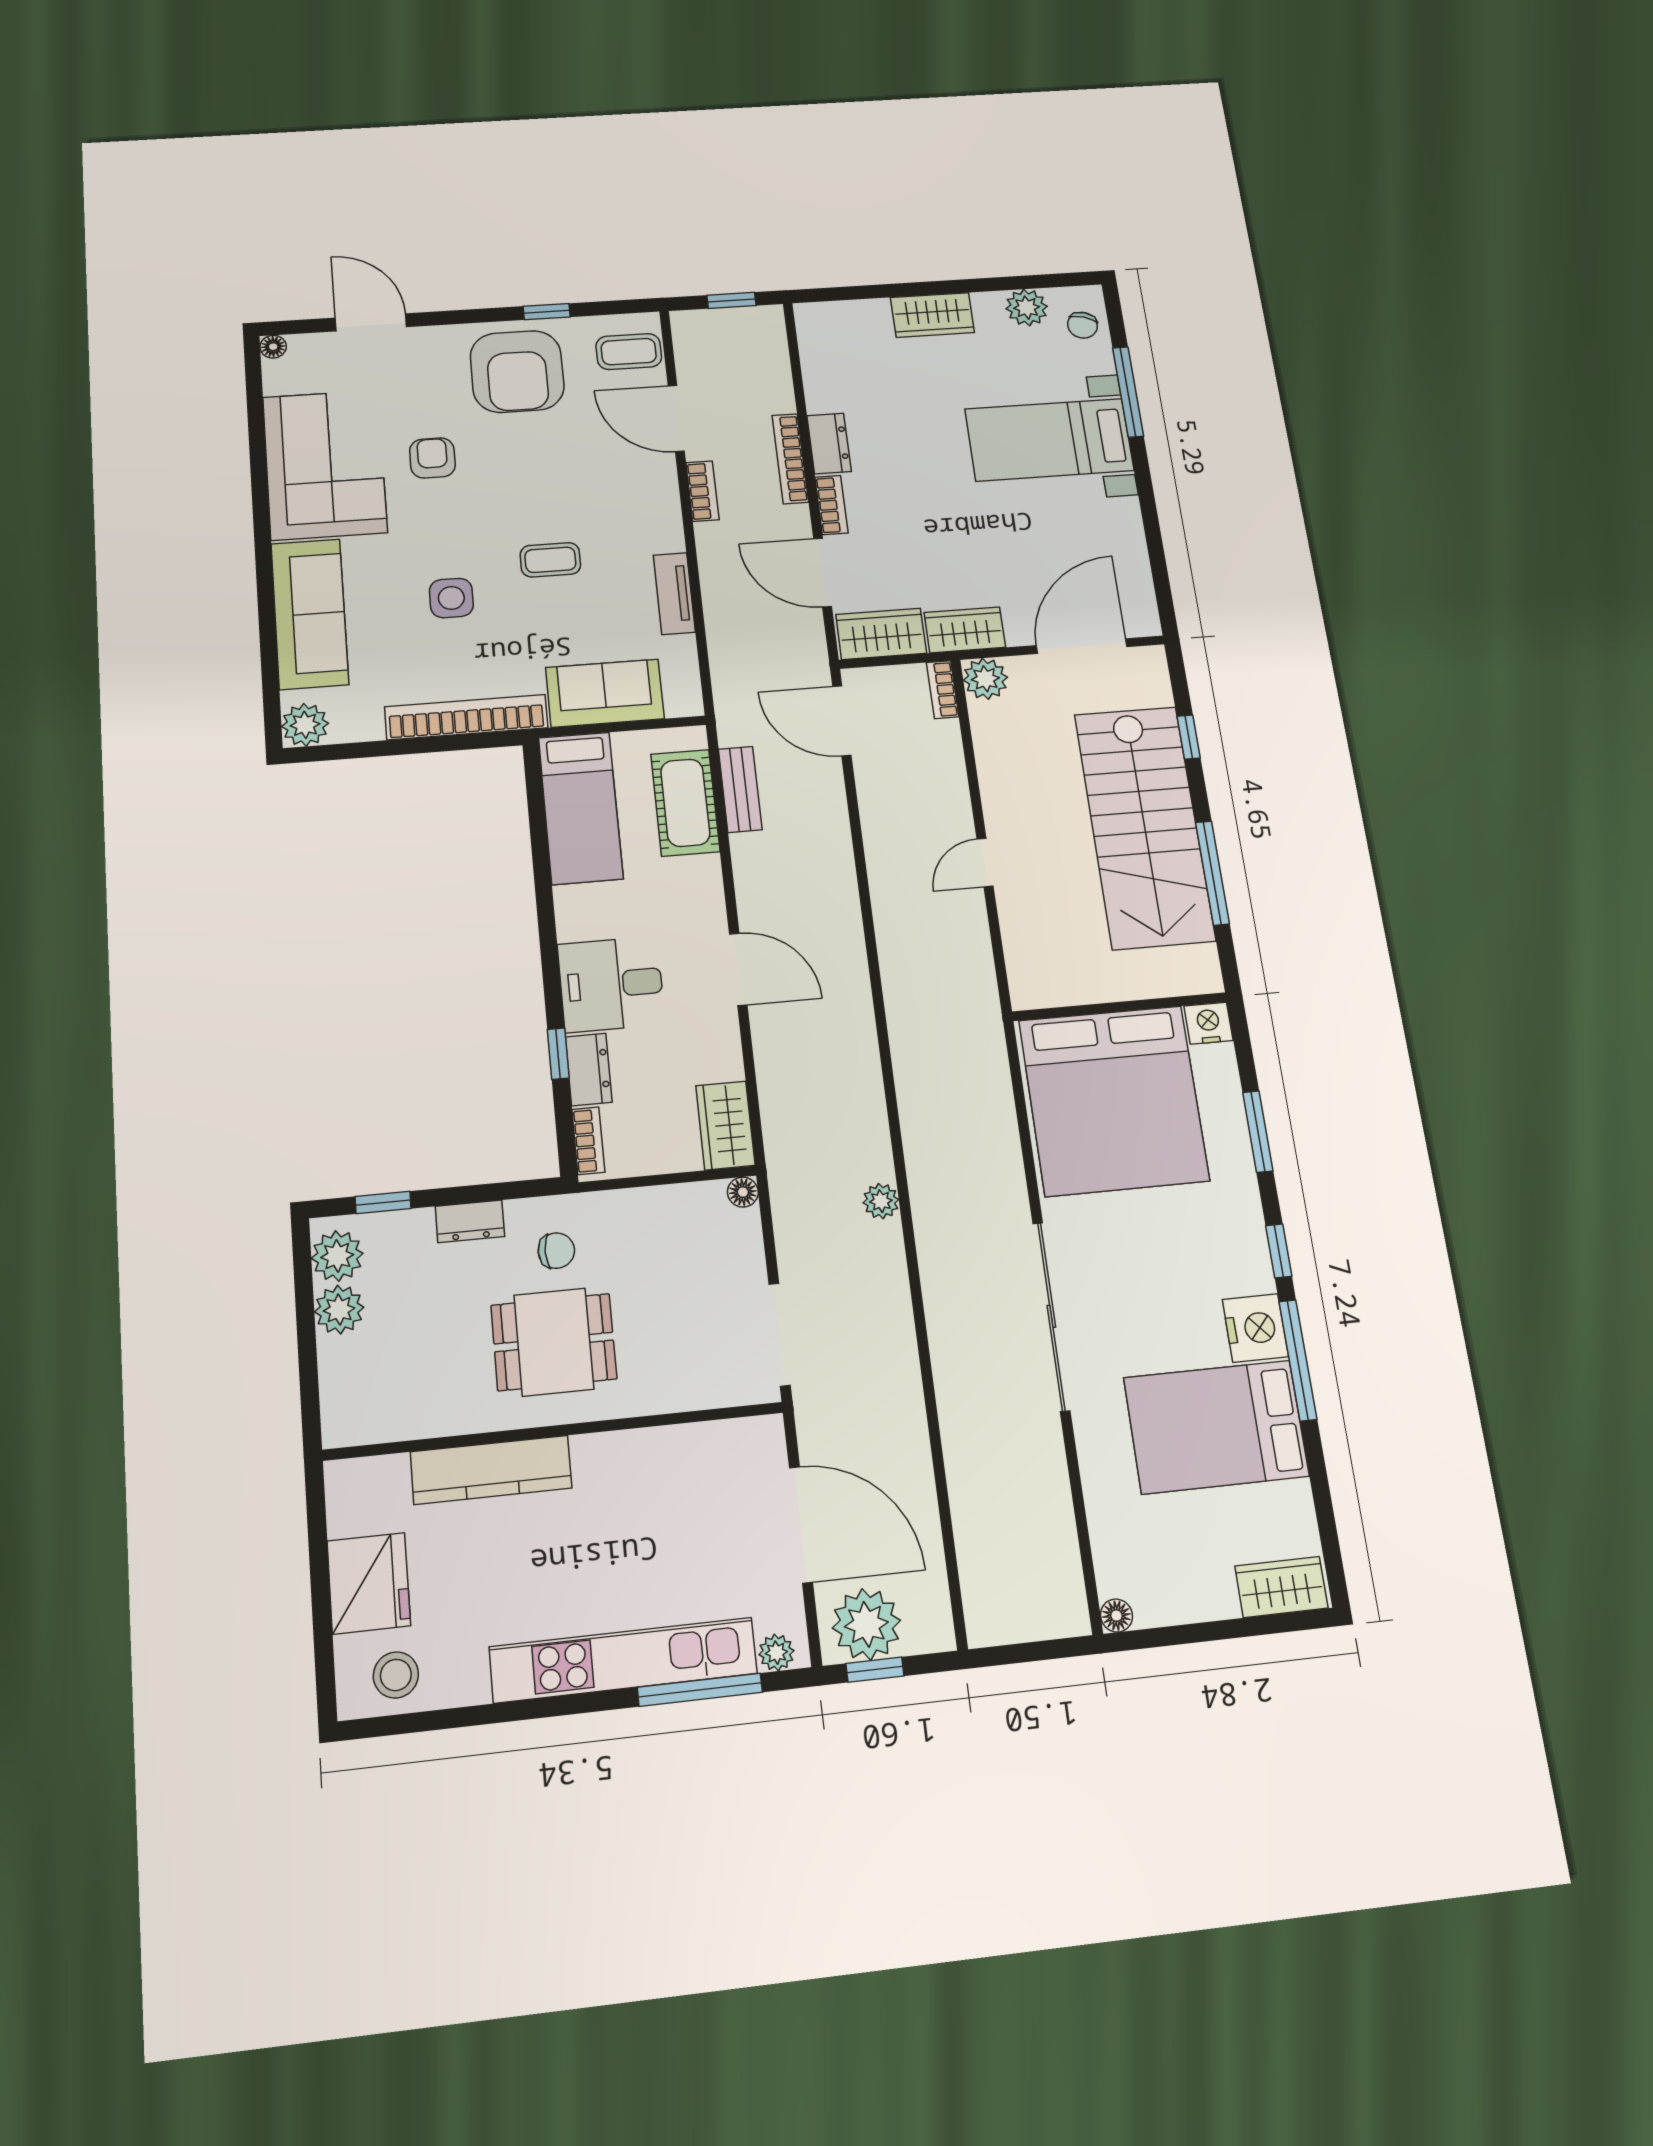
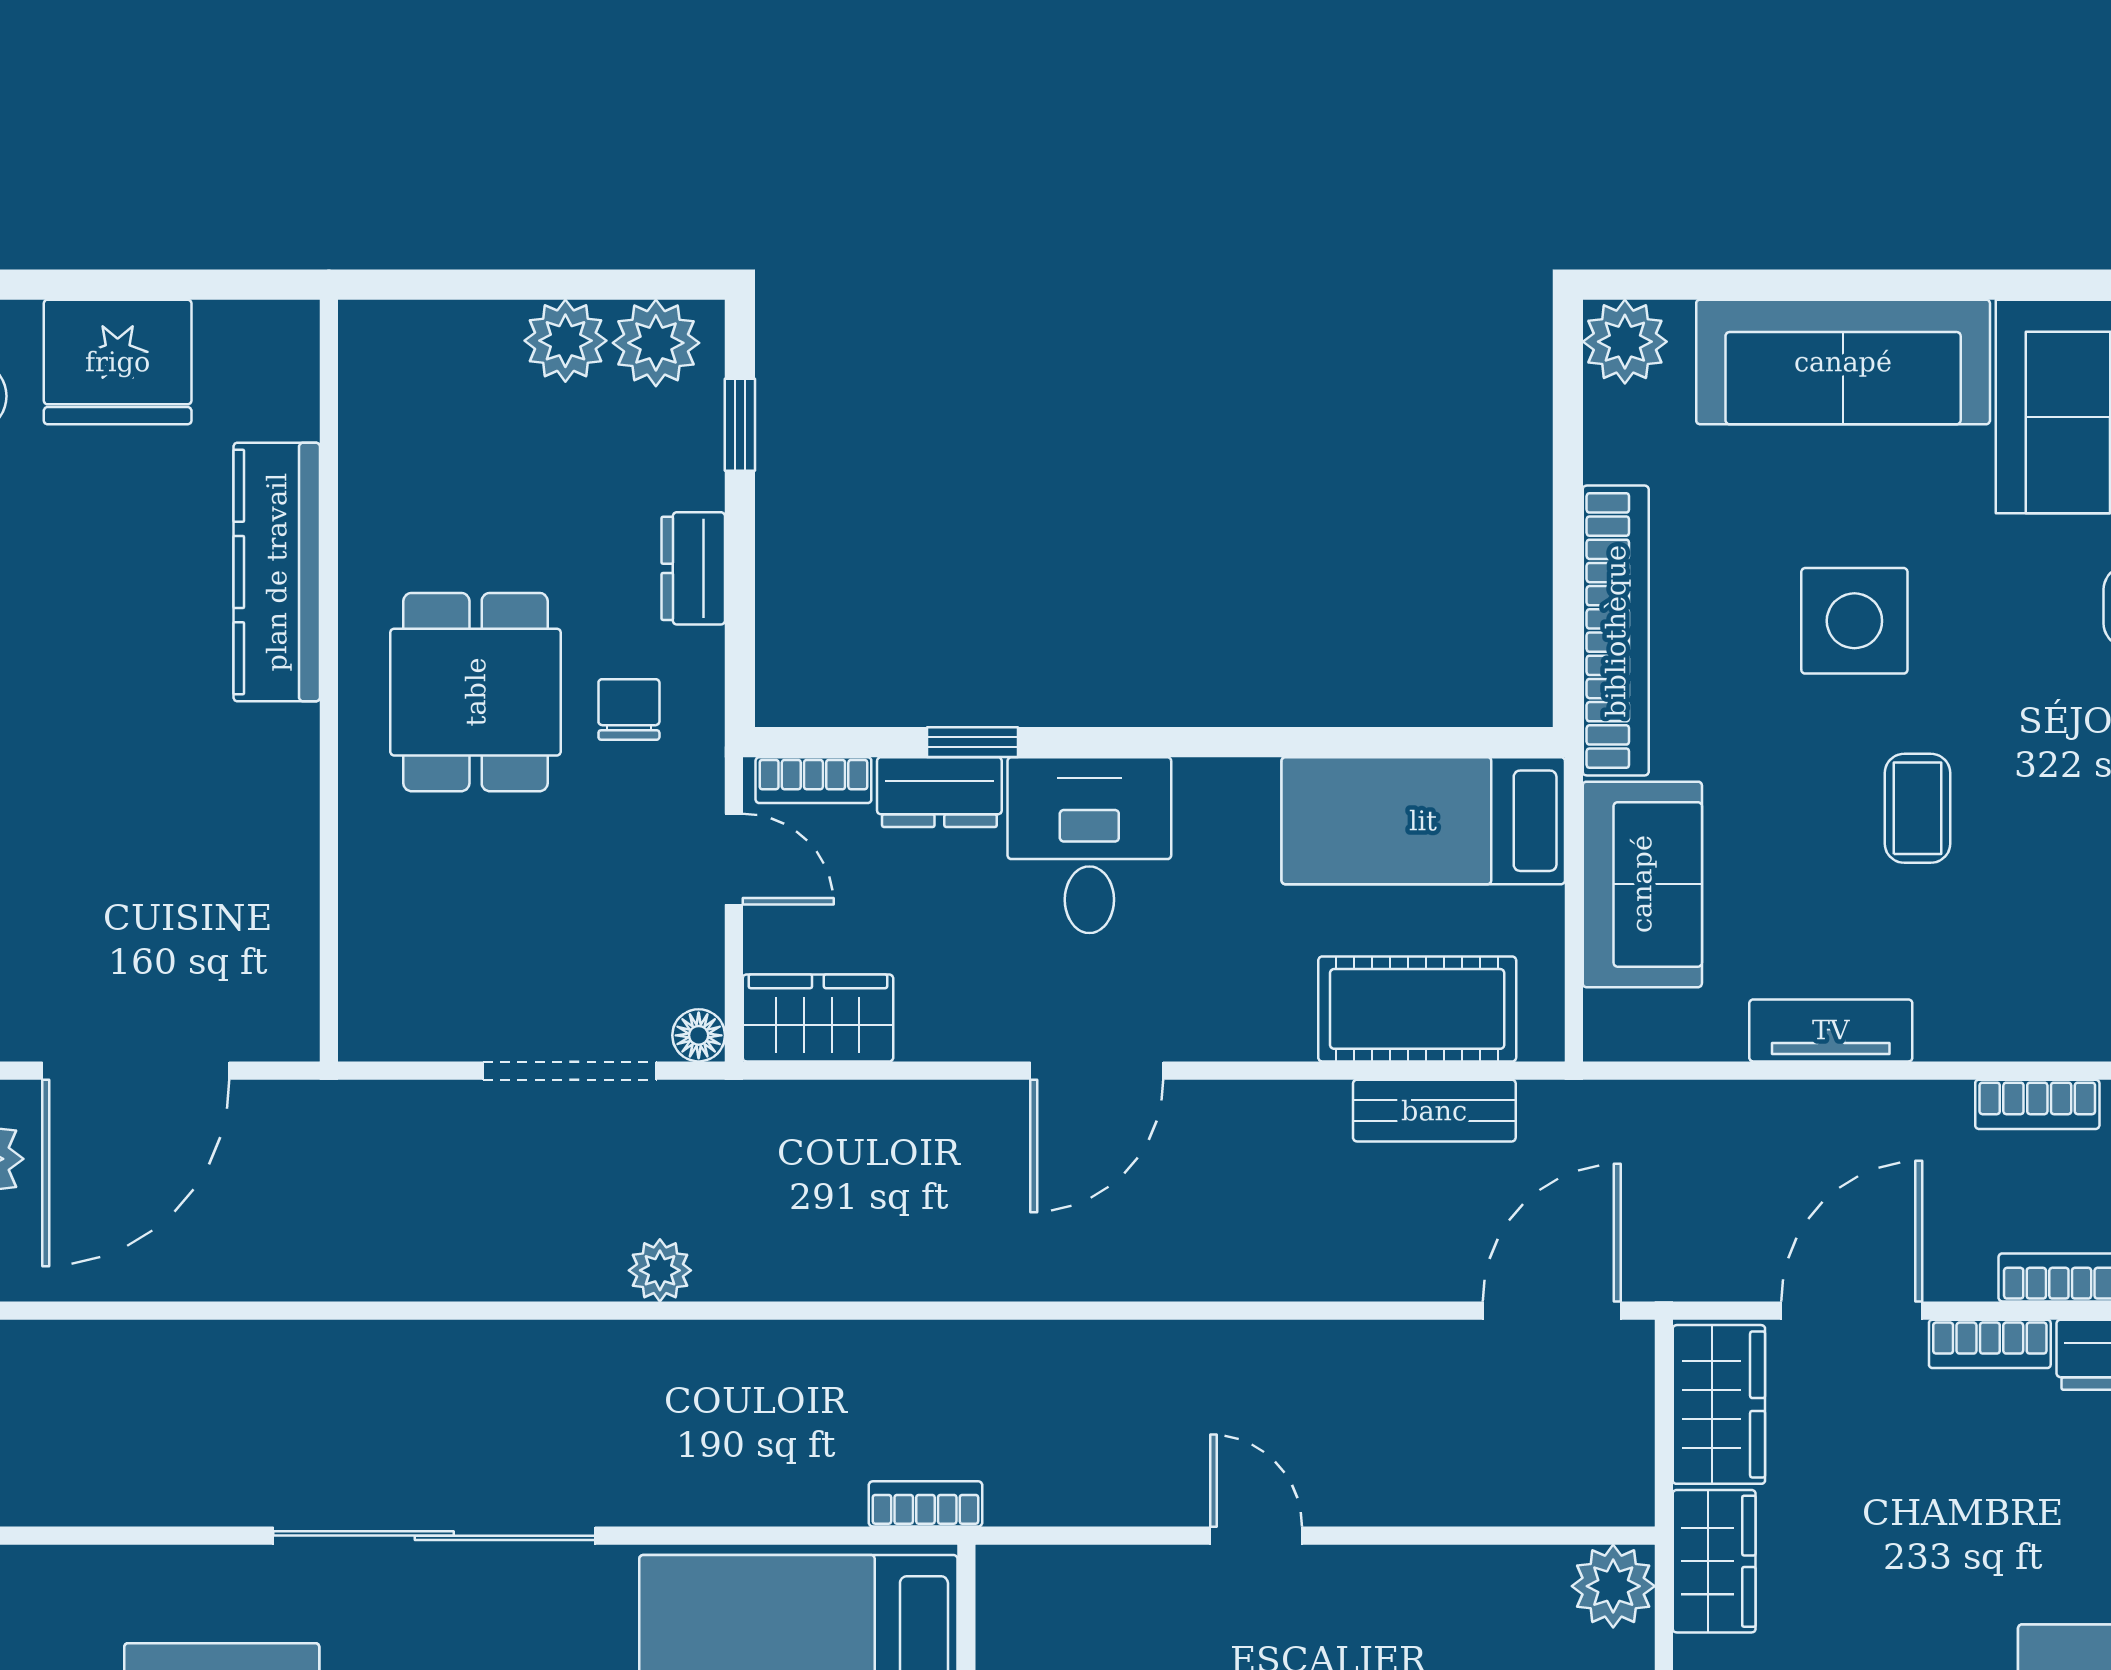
side table: (451, 598) -> (1854, 621), width x1.37, depth x1.37
bookcase: (943, 690) -> (925, 1504), moved
door: (638, 1182) -> (734, 859), added
chair: (556, 1251) -> (629, 709), turned 180
doorway: (779, 1335) -> (569, 1071), moved

